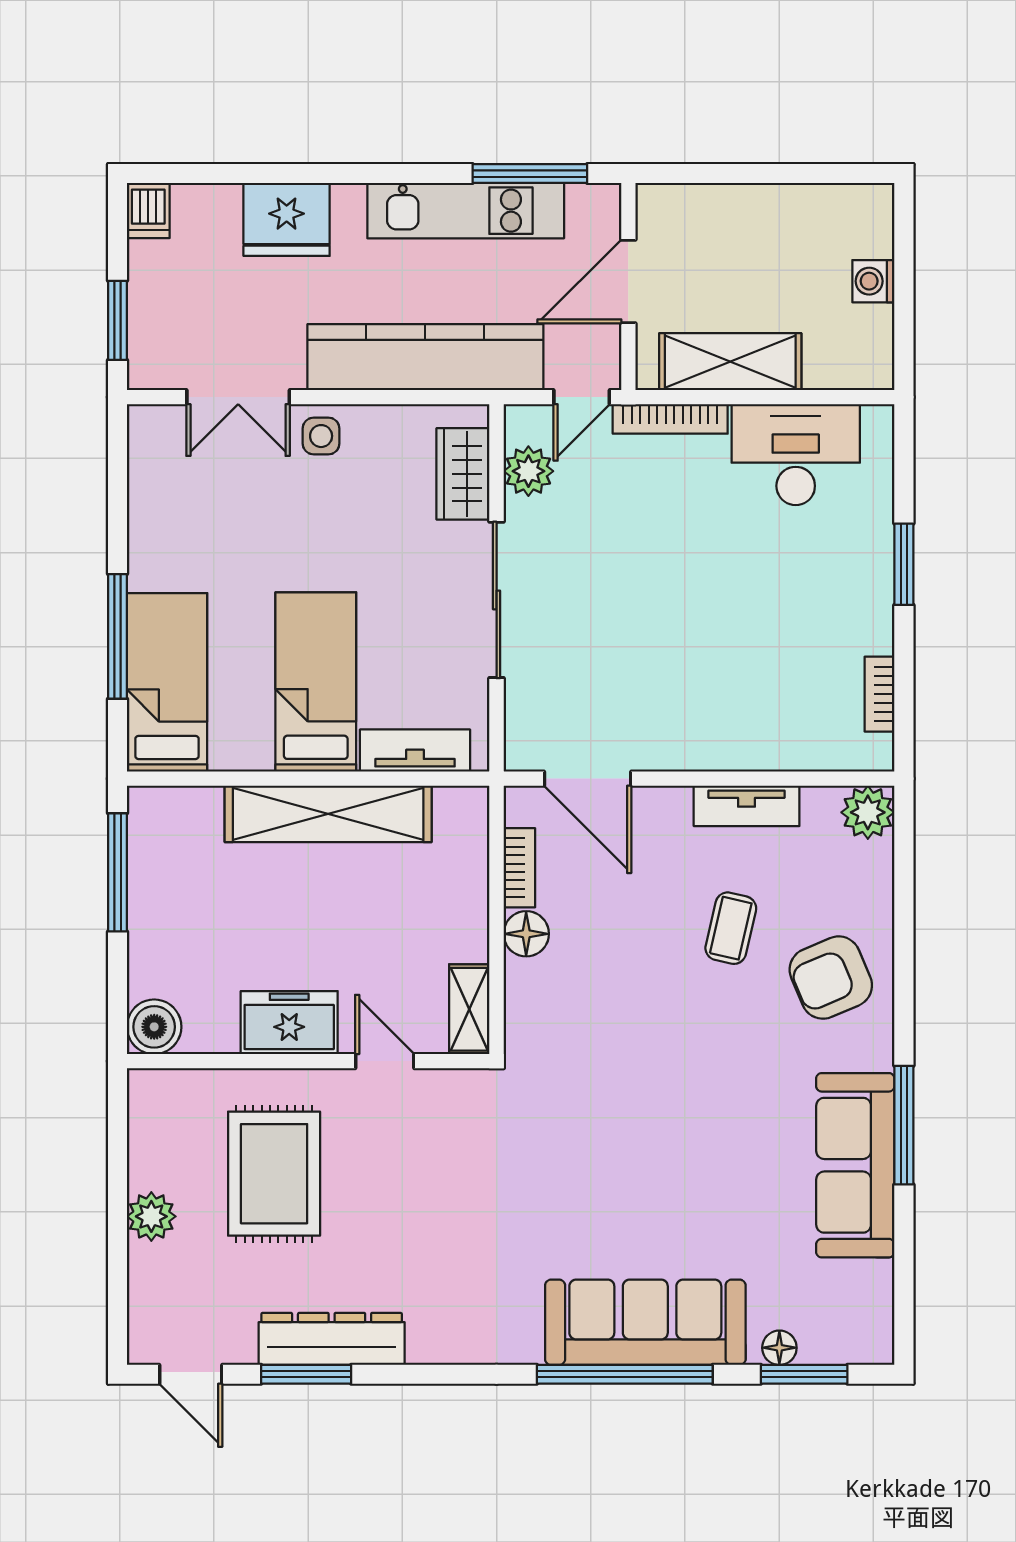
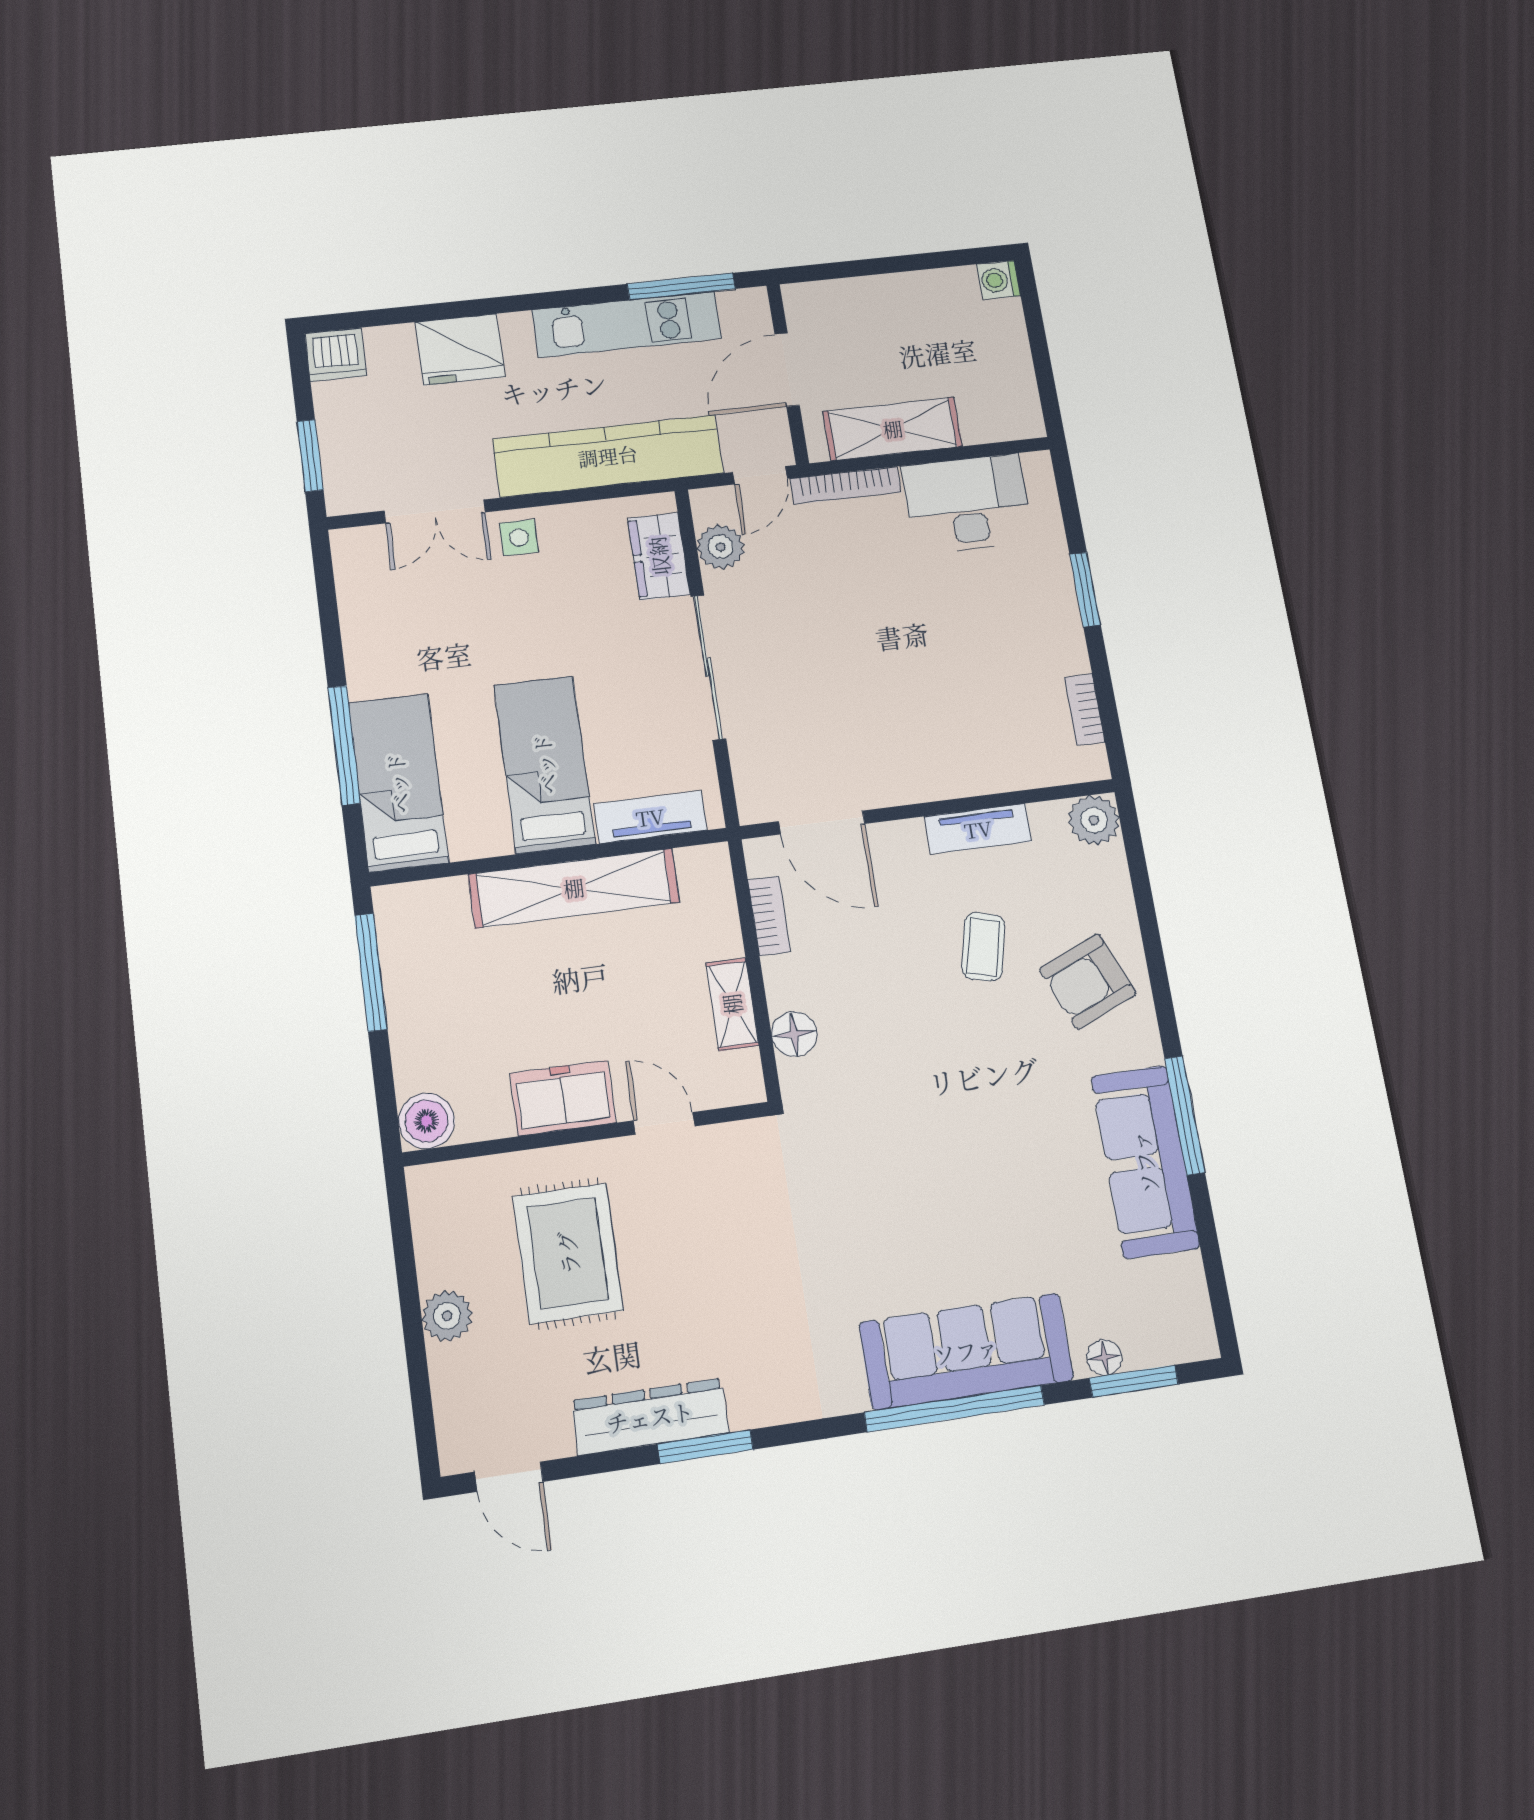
dishwasher: (148, 210) -> (336, 355), width x1.38
washing machine: (873, 281) -> (998, 280), moved
floor lamp: (526, 934) -> (794, 1034), moved
shelving: (469, 1009) -> (732, 1004), moved
window: (306, 1374) -> (705, 1447), moved

